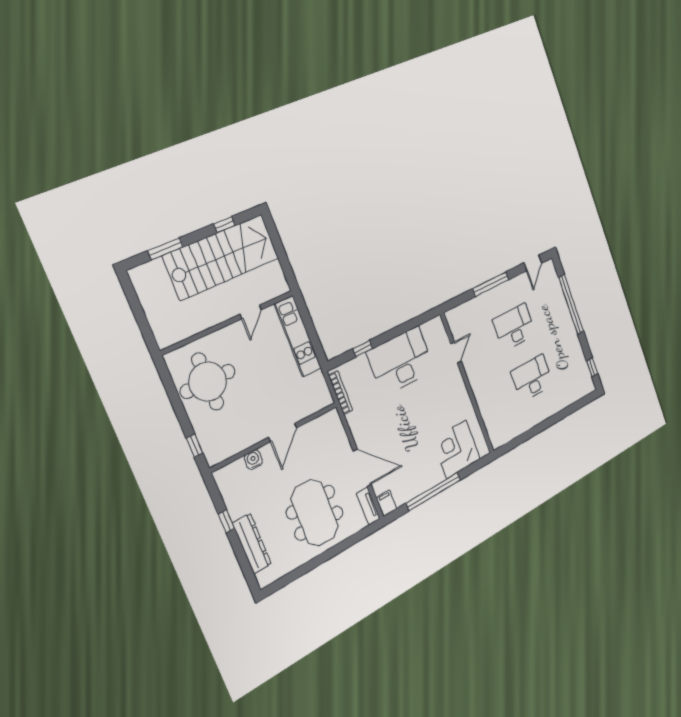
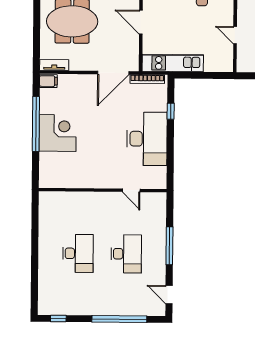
kitchen unit: (298, 336) -> (173, 63), moved
corner desk: (456, 449) -> (58, 133), moved
door: (362, 468) -> (113, 73), moved

